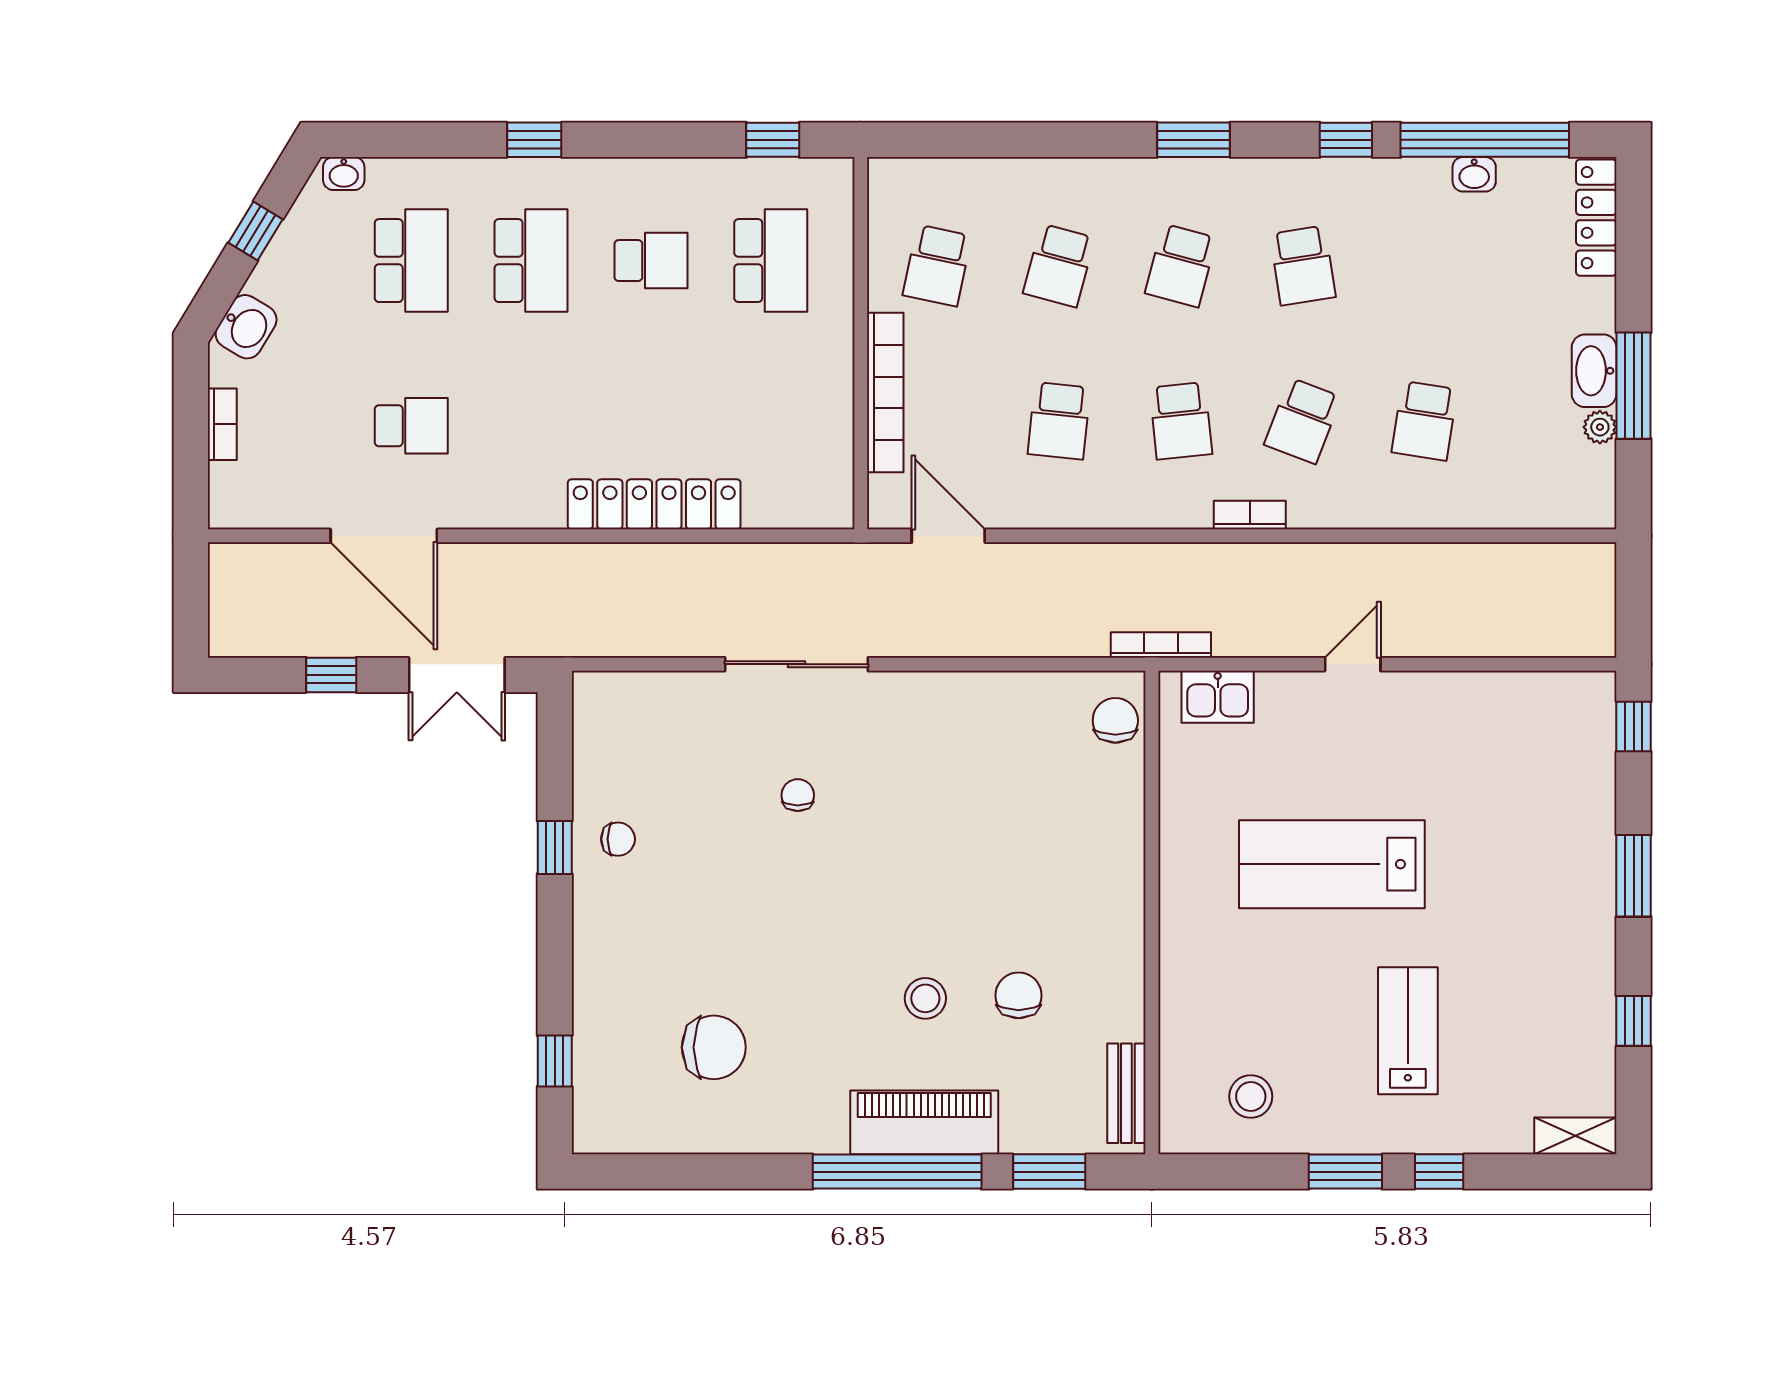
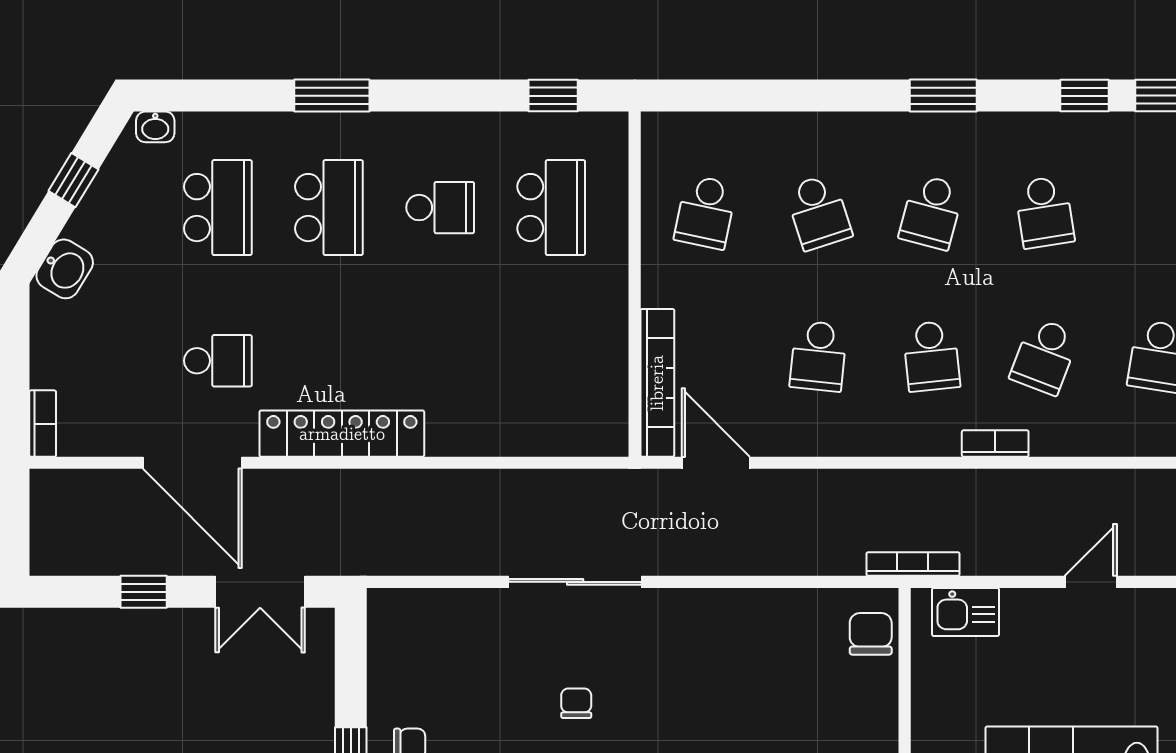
window: (534, 140) -> (332, 96), width x1.50
school desk: (1059, 265) -> (818, 212), turned -33
bookcase: (885, 392) -> (657, 383), moved
bookcase: (222, 424) -> (43, 424), moved
locker: (654, 504) -> (342, 434), moved

